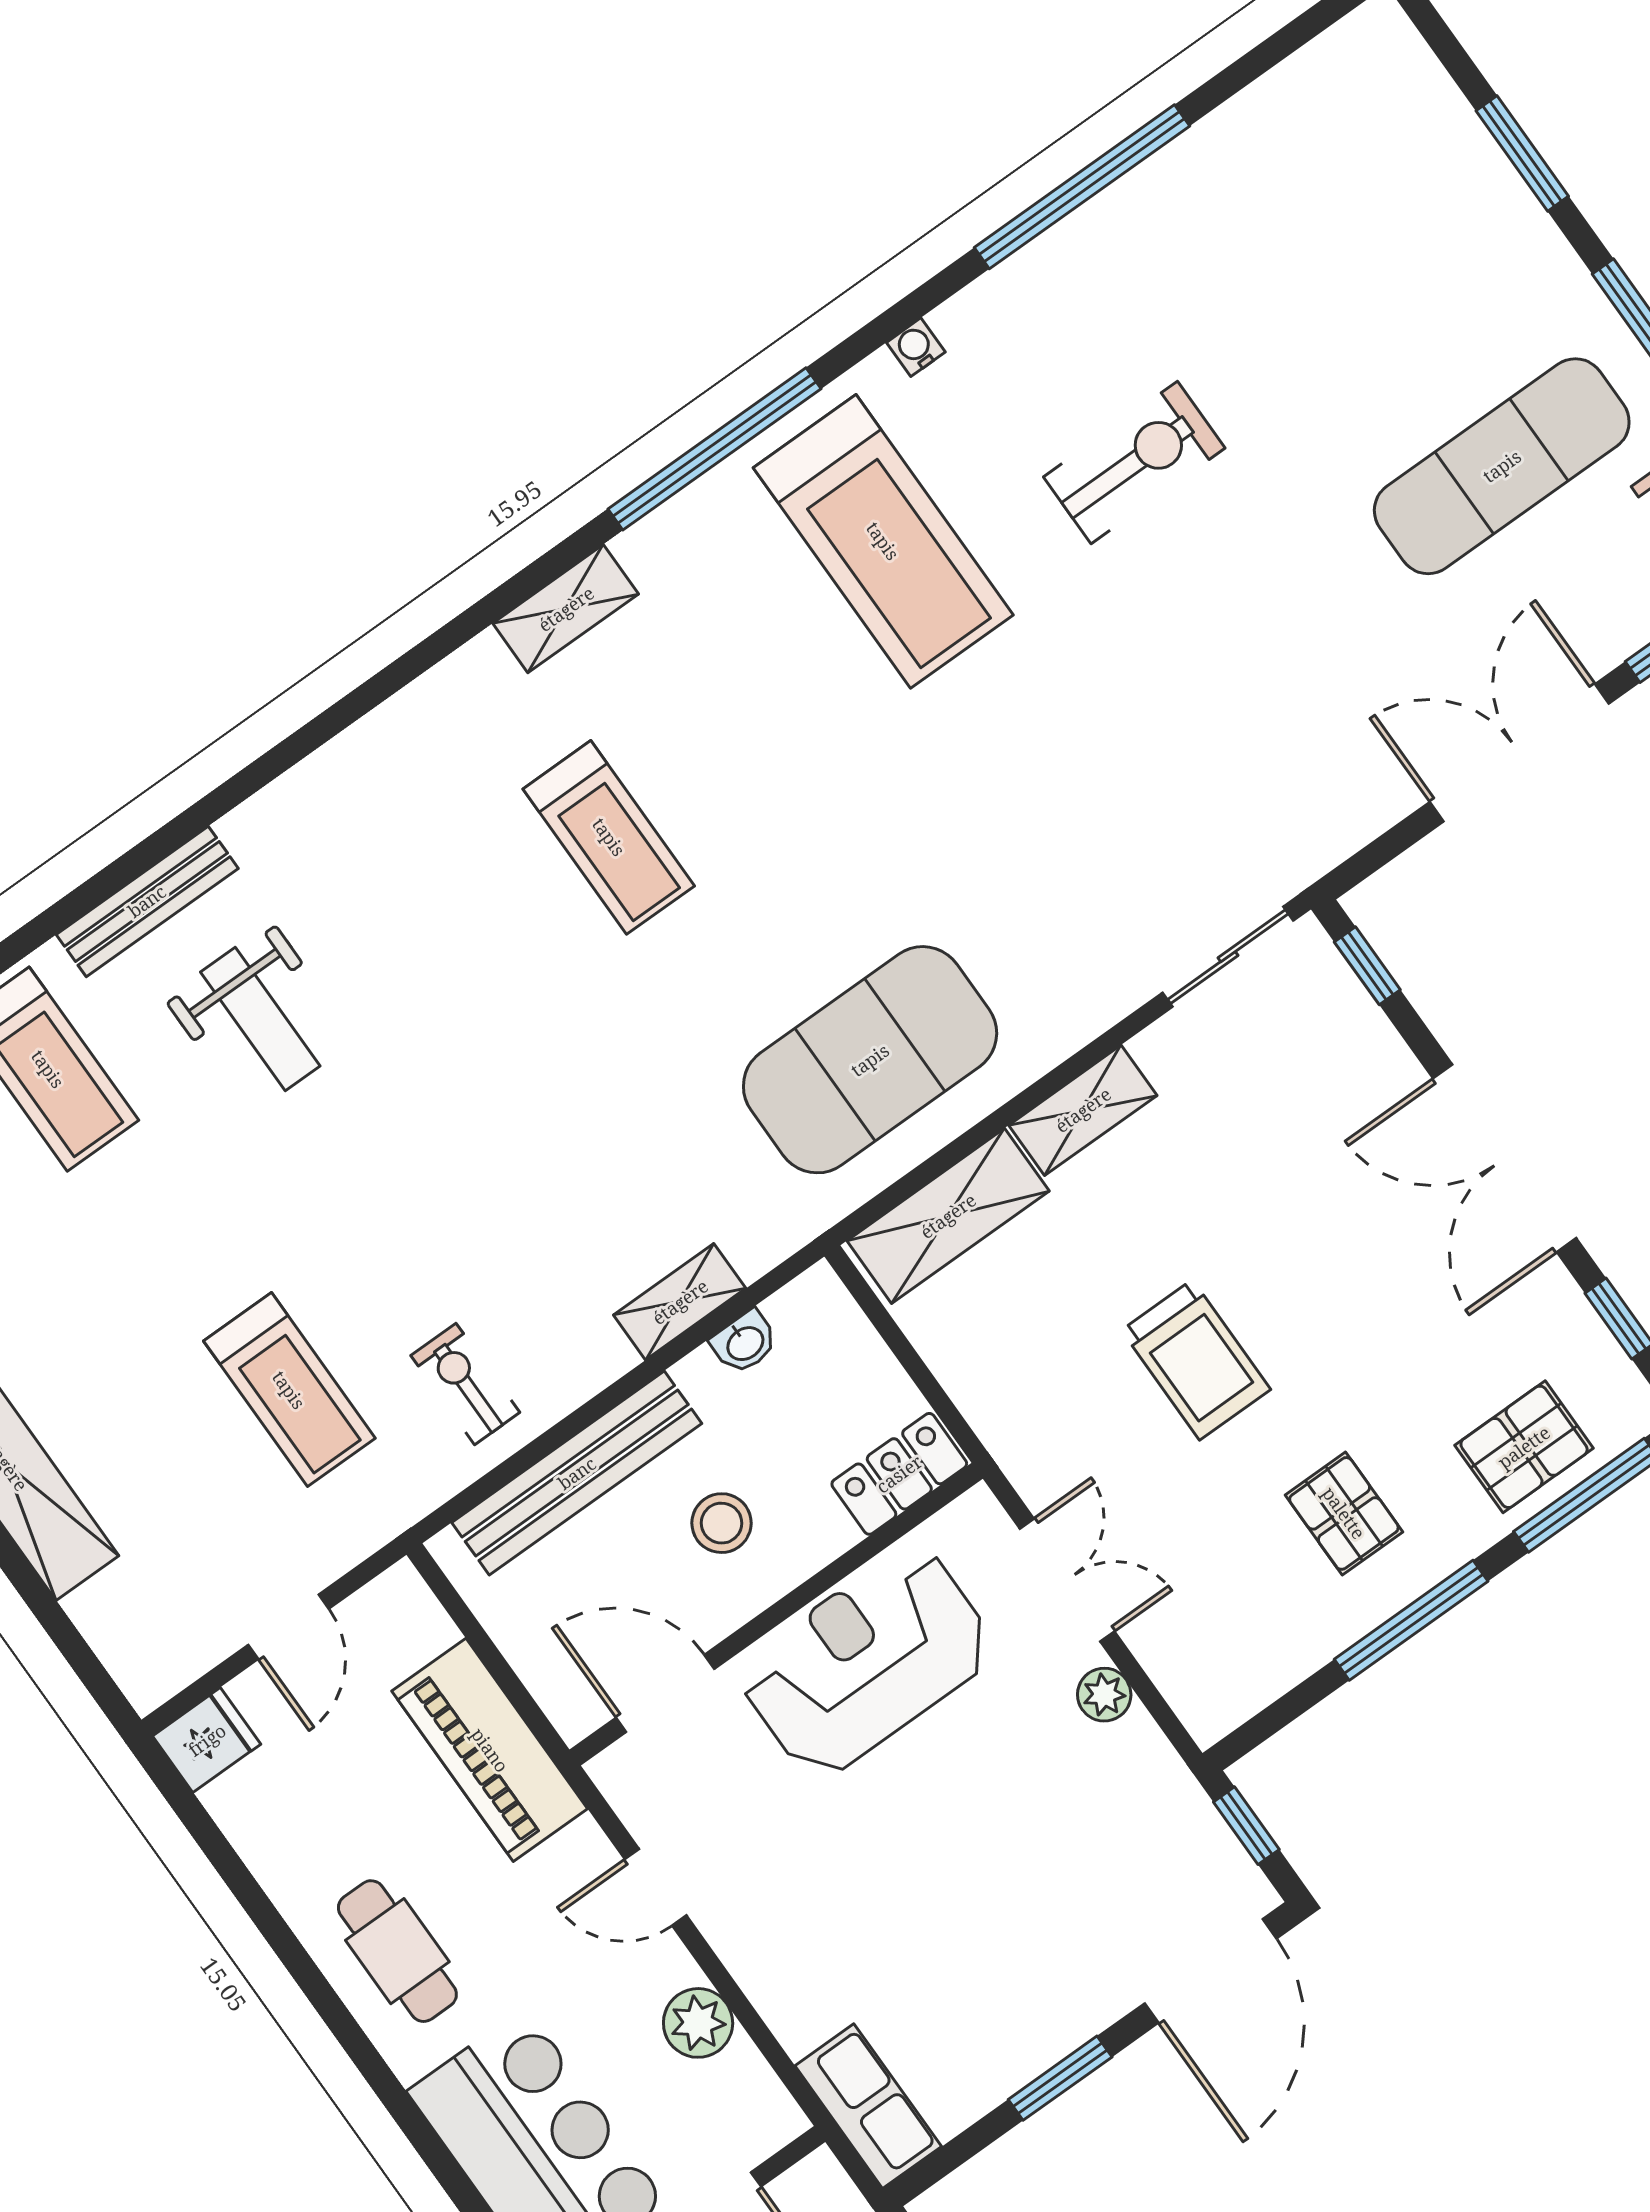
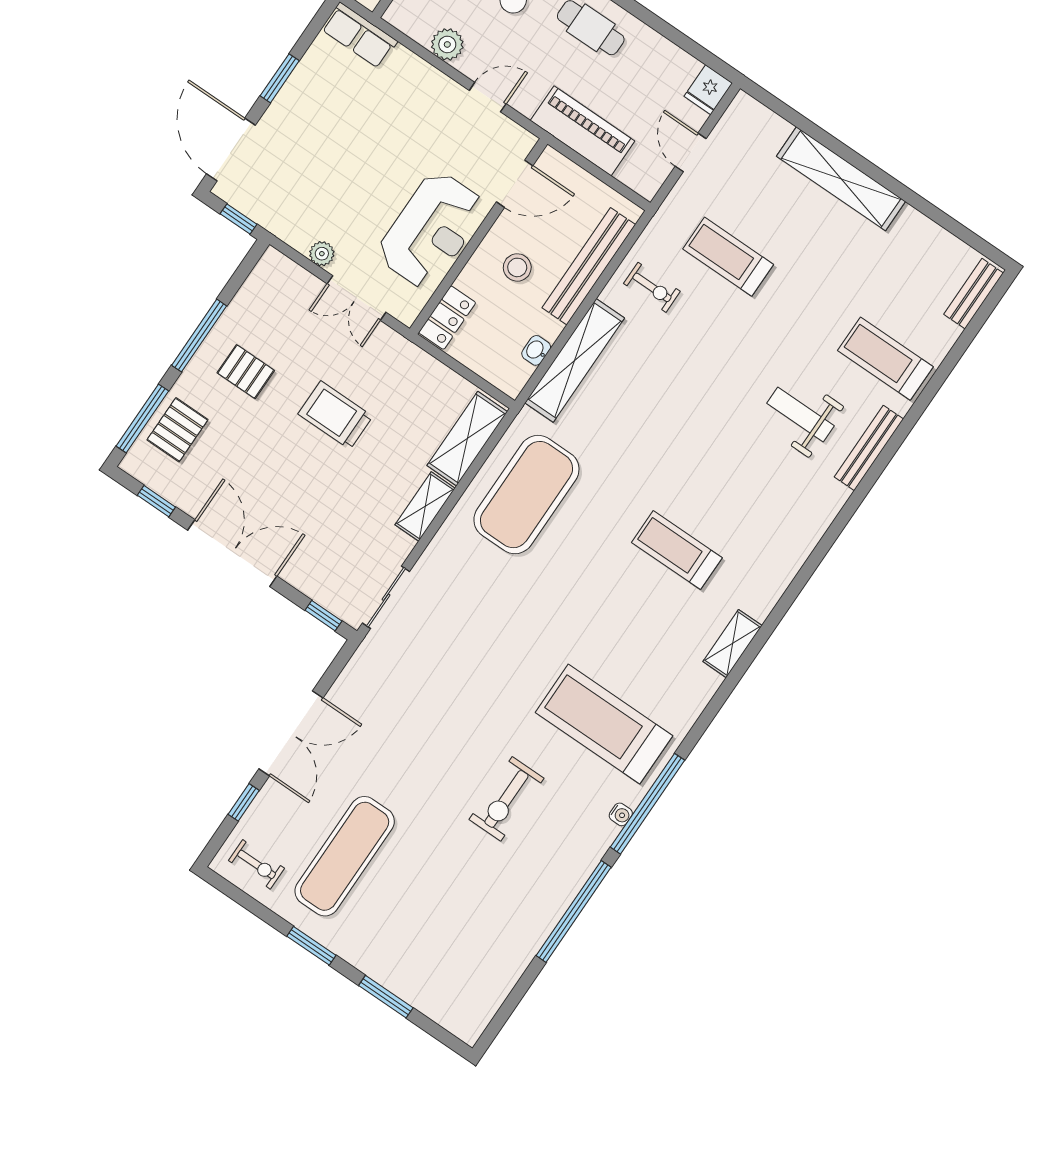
window: (714, 449) -> (647, 804), moved
shelving: (680, 1302) -> (575, 360), width x2.20, depth x1.33

